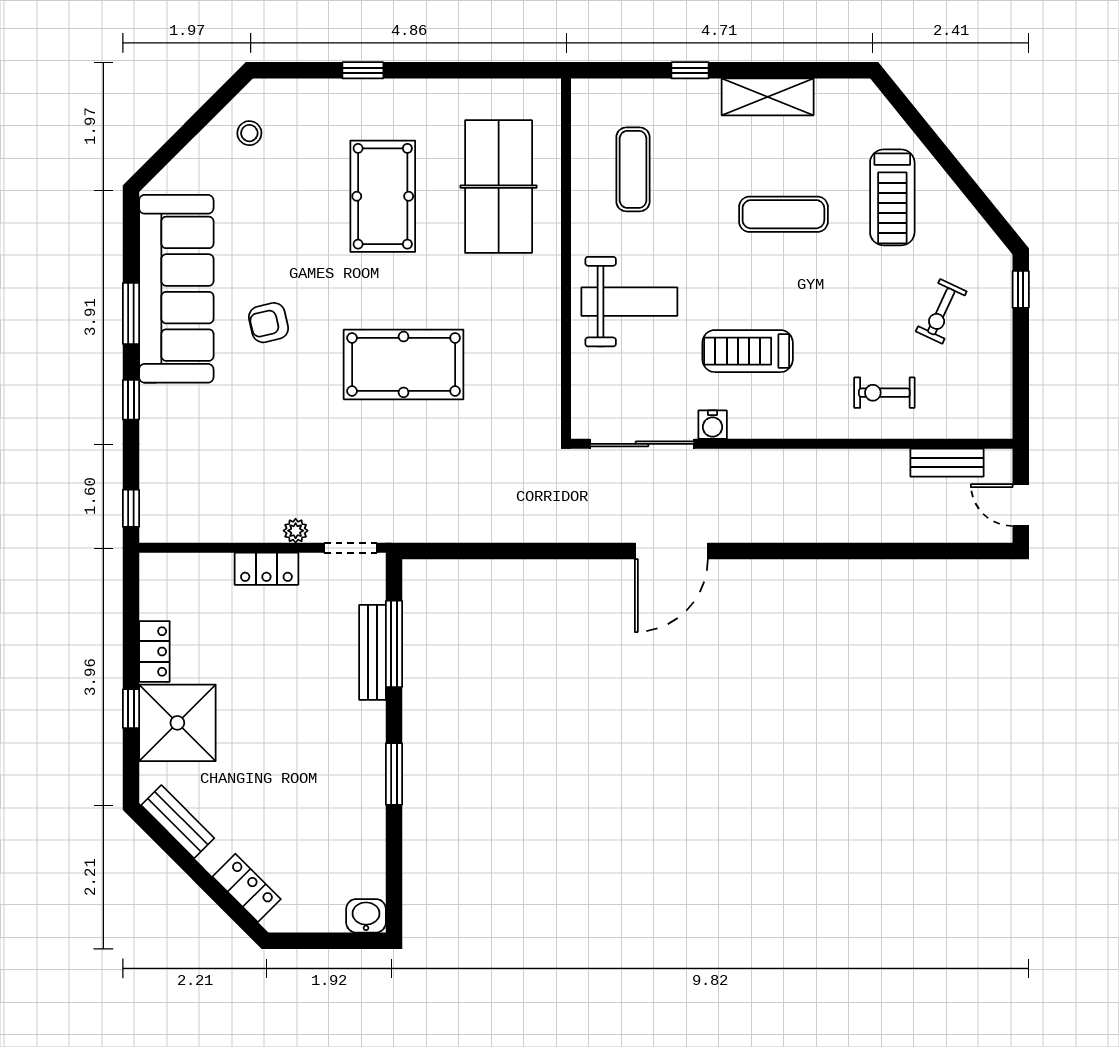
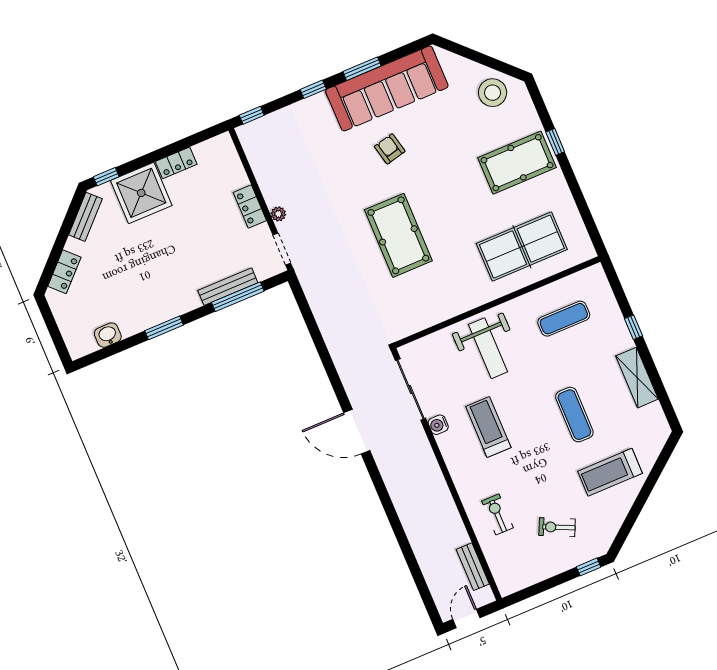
stool: (249, 133) -> (493, 93), width x1.89, depth x1.89
pool table: (383, 196) -> (517, 163), moved
window: (131, 709) -> (106, 177), moved
washbasin: (366, 916) -> (108, 335), moved, turned -90

